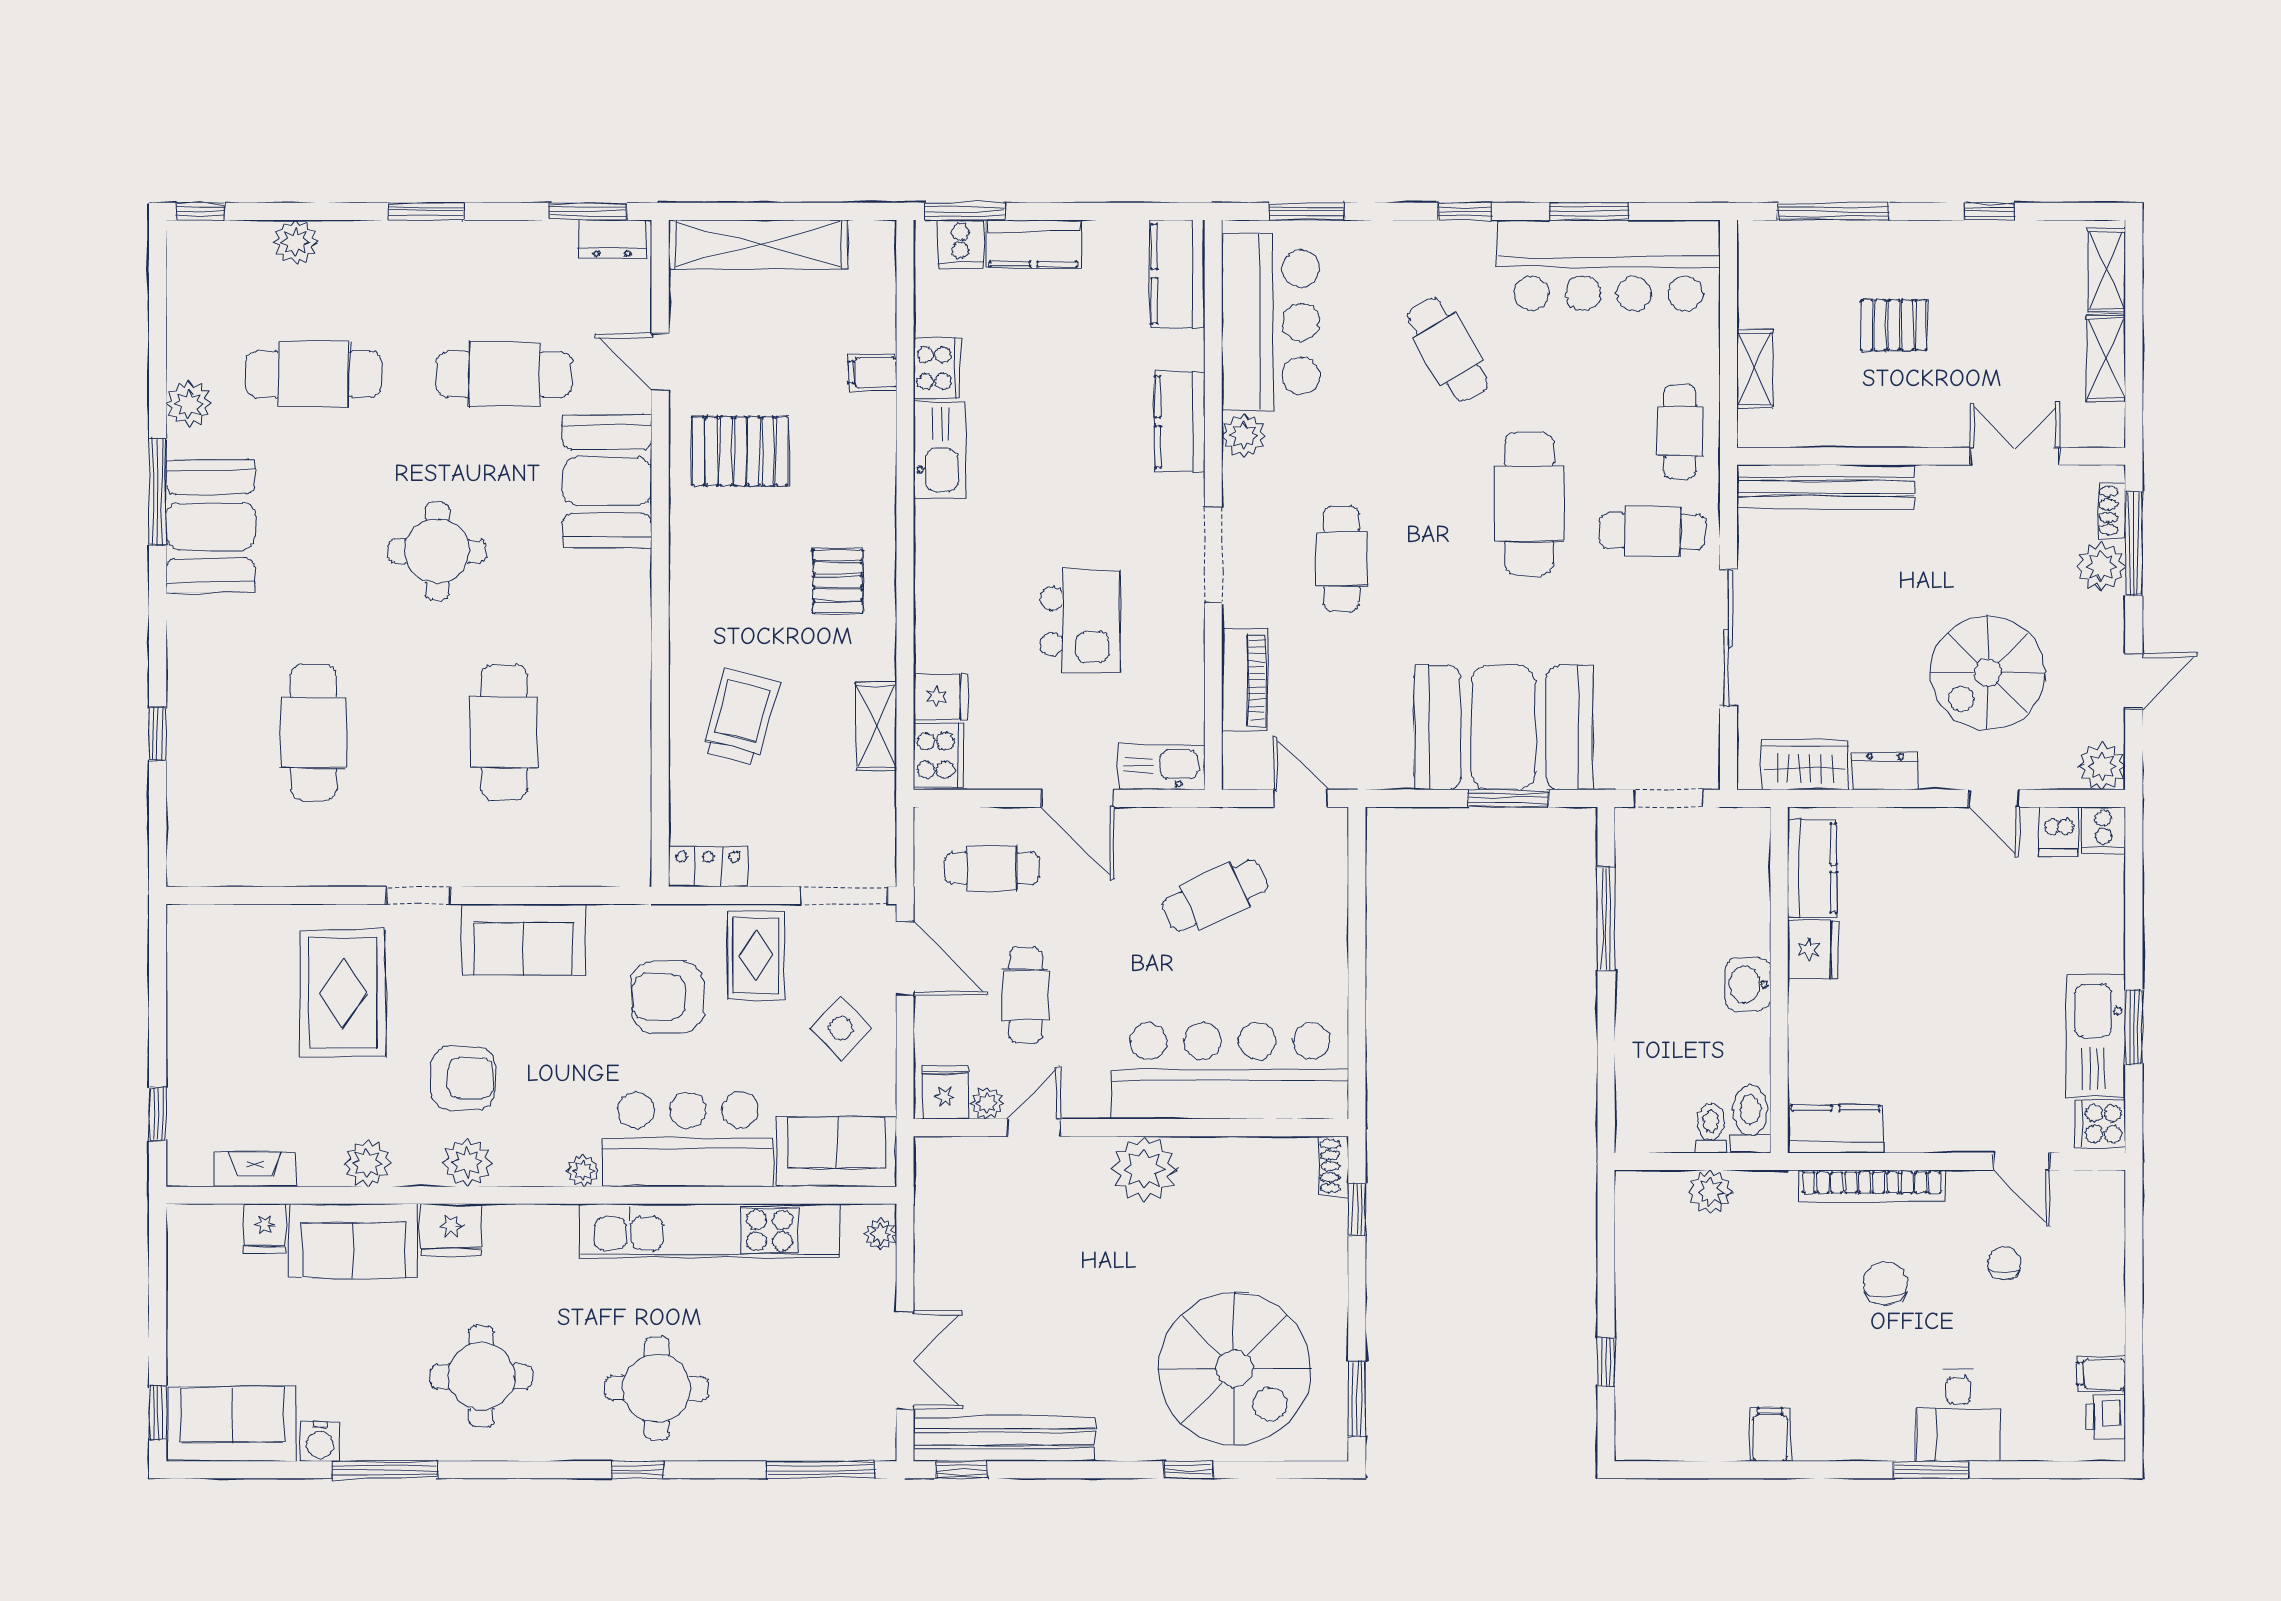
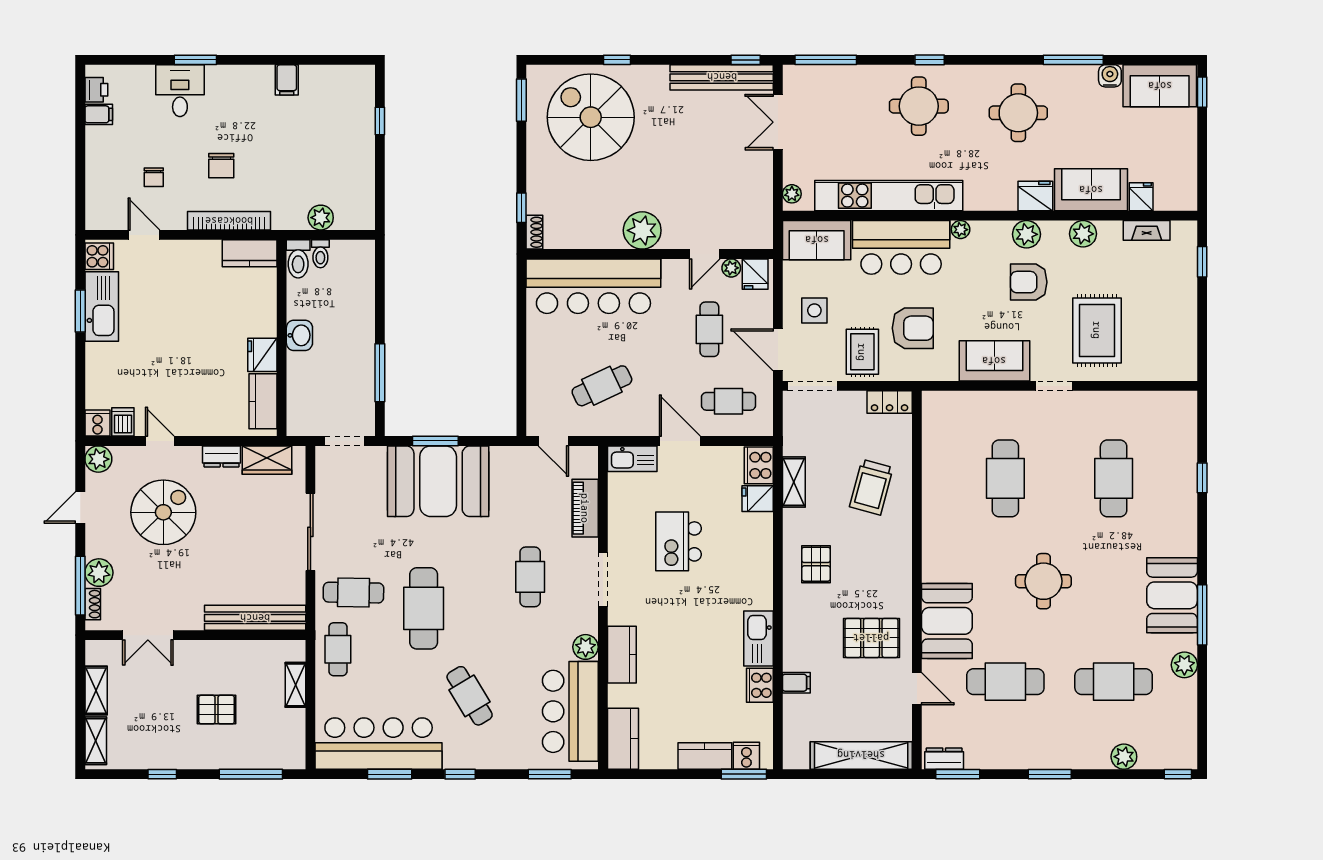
side table: (841, 1028) -> (814, 310), turned 45

